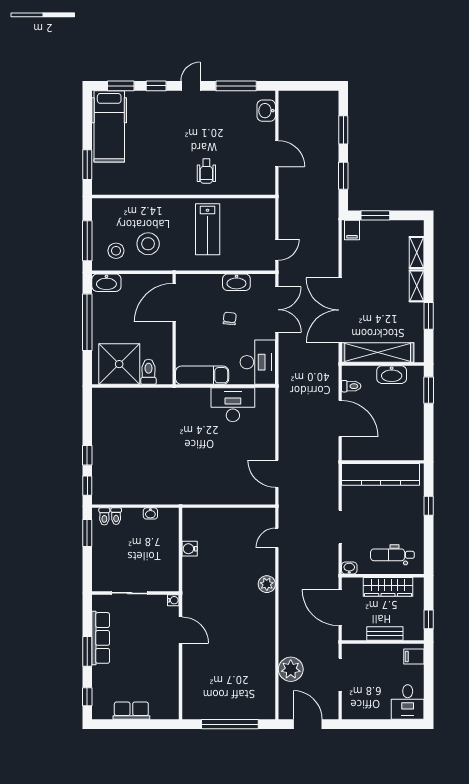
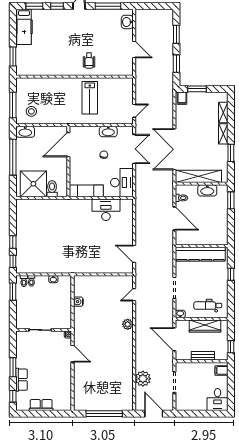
hospital bed: (109, 126) -> (24, 27), width x0.73, depth x0.78
stool: (148, 244) -> (52, 107), removed
row of seats: (101, 638) -> (22, 380), moved, width x0.68

